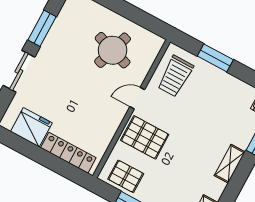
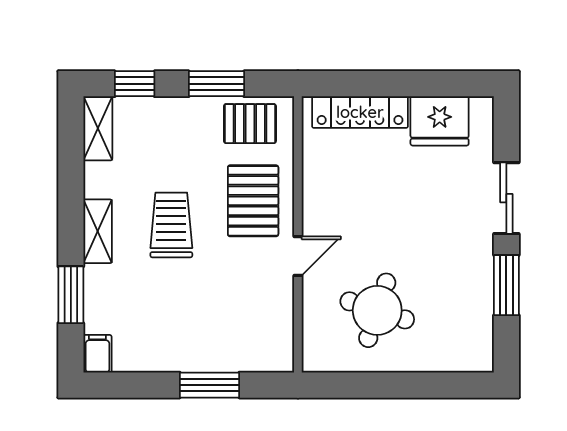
trolley: (175, 76) -> (171, 225), moved
pallet: (145, 137) -> (253, 201), turned 90

